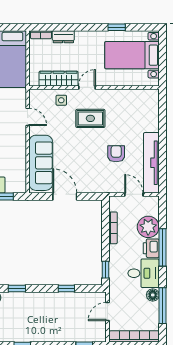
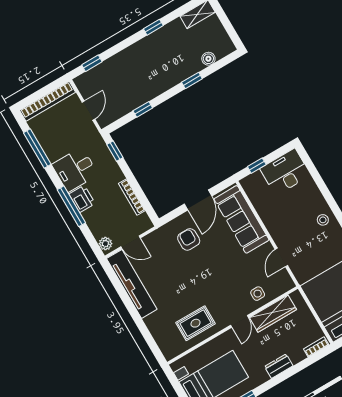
dresser: (63, 37) -> (279, 366), moved
door: (28, 117) -> (281, 257), hinge flipped
rug: (90, 118) -> (195, 323), moved
armchair: (116, 154) -> (189, 239), moved, turned 180
door: (65, 196) -> (198, 200), hinge flipped
plant: (148, 227) -> (105, 244), moved, width x0.53, depth x0.53
floor lamp: (153, 295) -> (53, 153), removed

